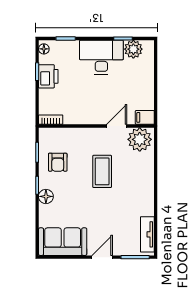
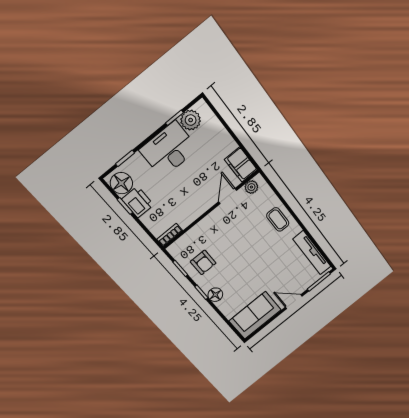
floor lamp: (44, 49) -> (121, 183), width x1.89, depth x1.89
filing cabinet: (145, 117) -> (241, 165), width x2.00
plant: (140, 139) -> (251, 187), width x0.53, depth x0.53
coffee table: (102, 171) -> (278, 219), moved, width x0.73, depth x0.77
tv unit: (147, 234) -> (312, 253), width x1.41
door: (102, 257) -> (294, 302), hinge flipped

